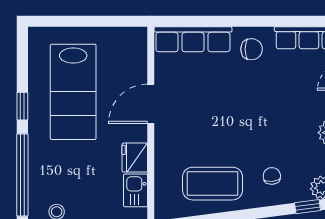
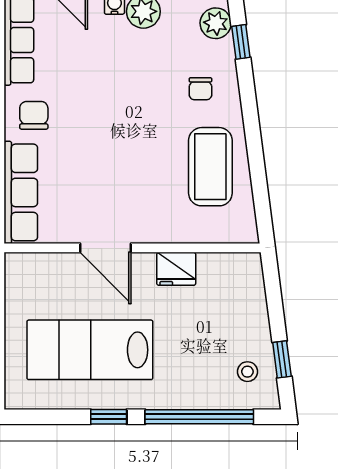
lab bench: (73, 92) -> (90, 350), turned 180
chair: (272, 176) -> (200, 89), turned -85
kitchen sink: (136, 190) -> (219, 268), removed

